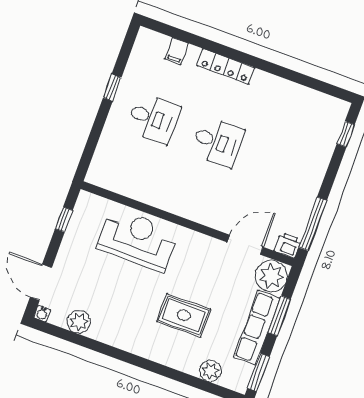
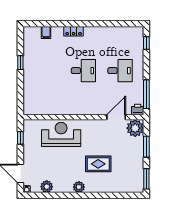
locker: (226, 66) -> (74, 31), width x0.66
desk: (153, 118) -> (120, 71), moved
row of seats: (257, 328) -> (137, 157), removed
plant: (210, 371) -> (79, 187), moved

